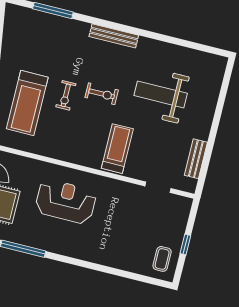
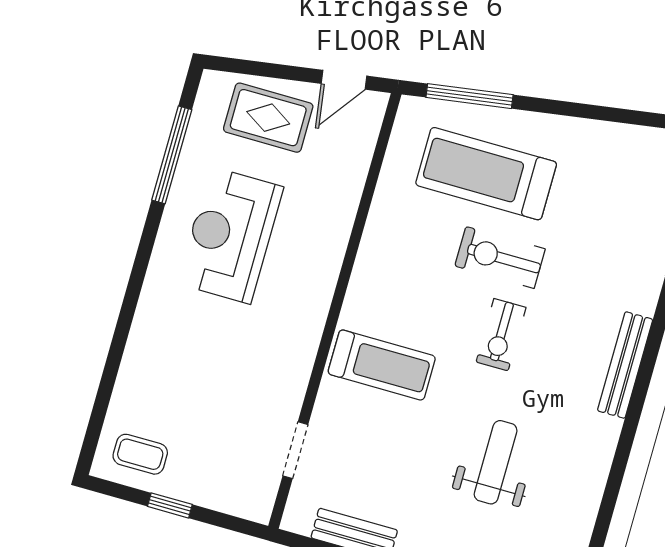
weight bench: (161, 94) -> (496, 462), width x0.73, depth x0.75
exercise bike: (66, 95) -> (500, 257), width x1.38, depth x1.39
reception desk: (66, 202) -> (230, 235), moved, turned 180

